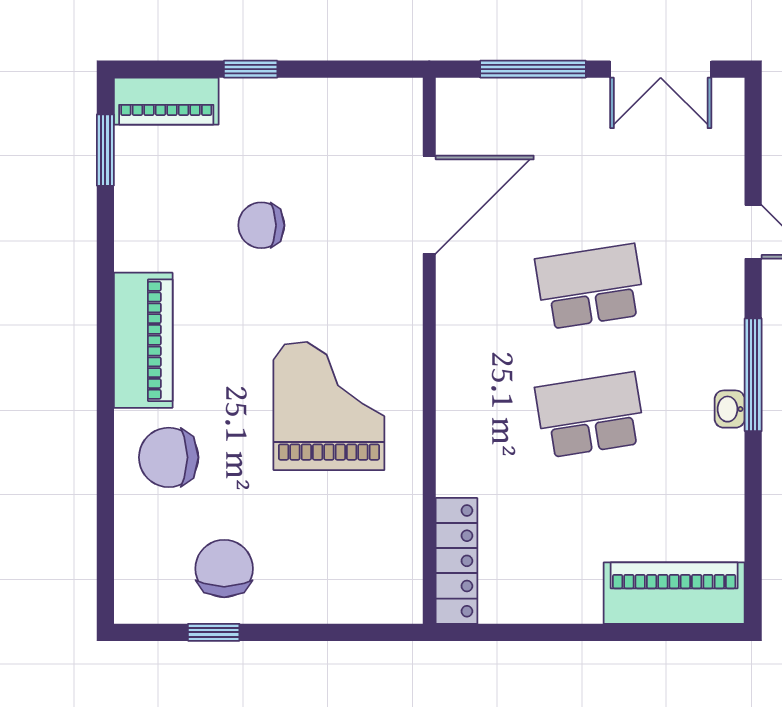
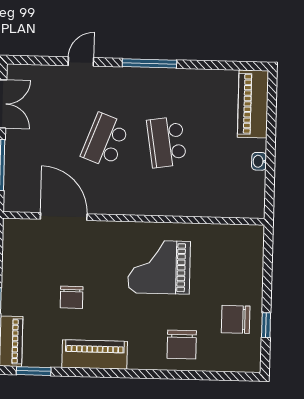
school desk: (590, 287) -> (105, 140), turned 30
piano: (143, 340) -> (95, 354), moved
washbasin: (730, 409) -> (259, 161), moved, turned 90
locker: (456, 561) -> (235, 208), removed

